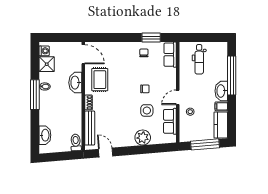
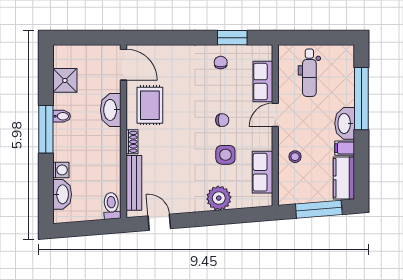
washing machine: (44, 51) -> (61, 170), moved
row of seats: (170, 55) -> (263, 82), moved
door: (178, 97) -> (275, 115), moved

